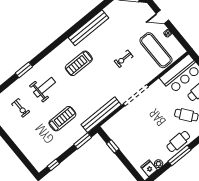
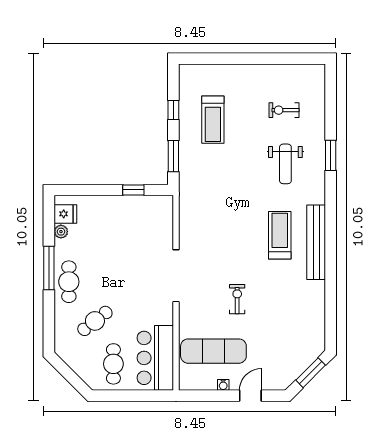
bench: (89, 28) -> (316, 242), moved
bench: (101, 115) -> (188, 209), removed
treadmill: (62, 119) -> (213, 120), moved
window: (53, 165) -> (173, 110), moved

